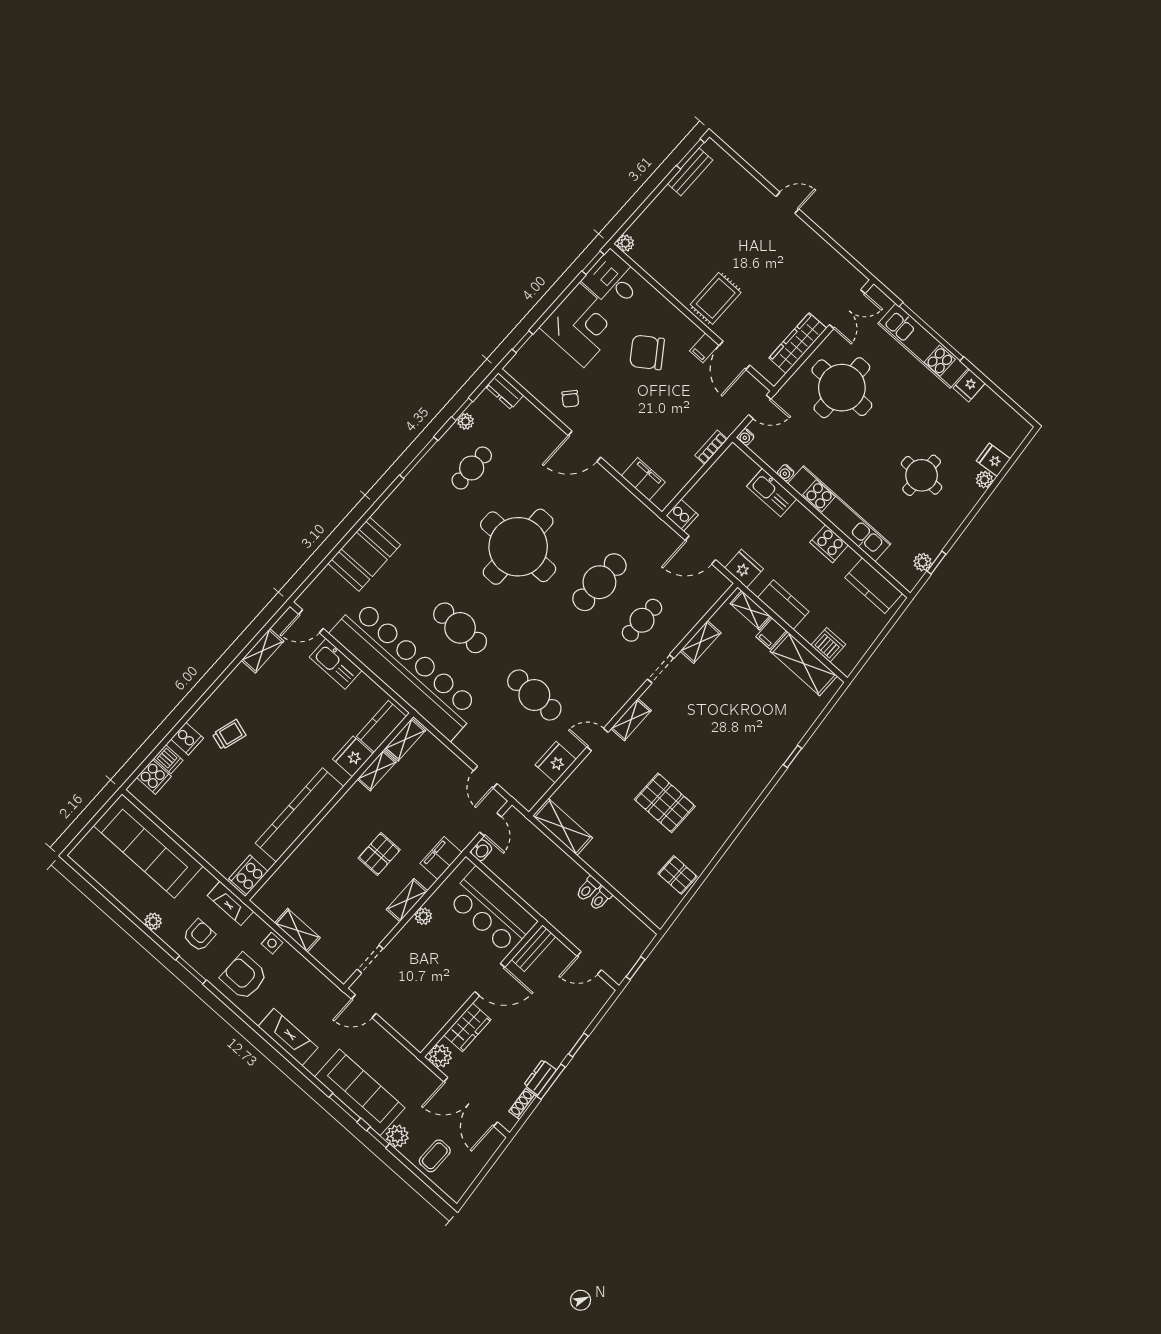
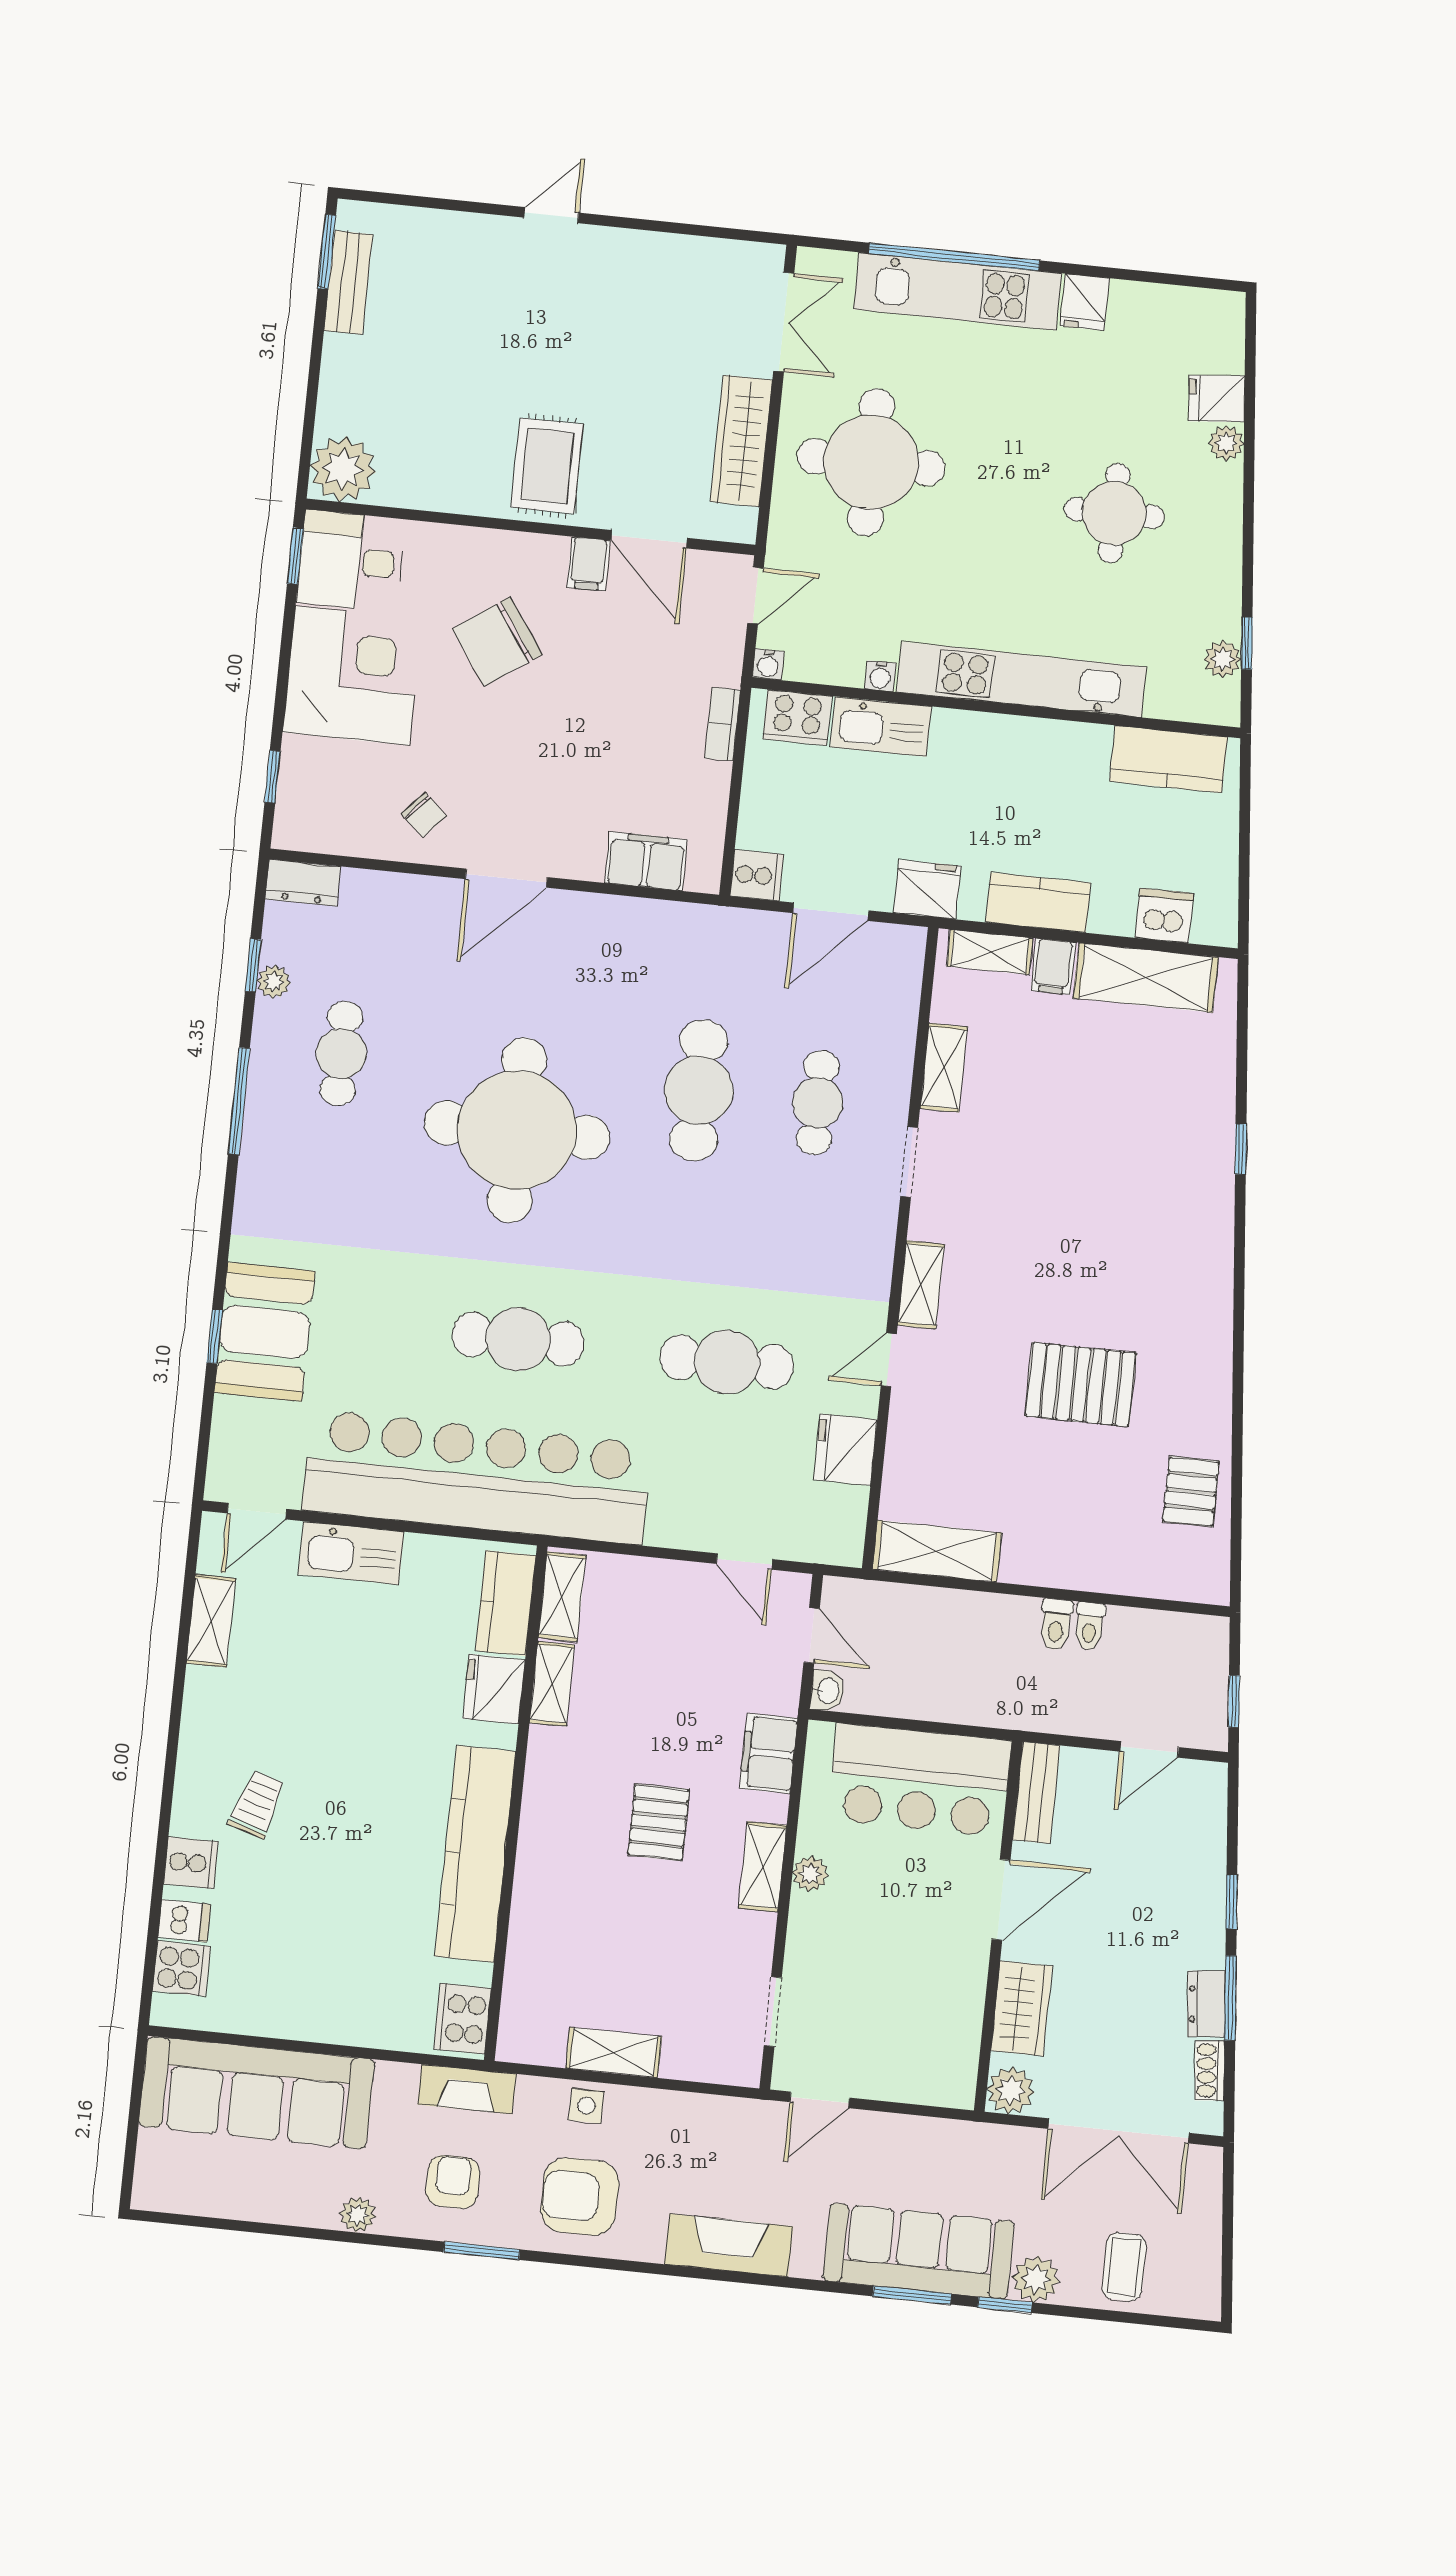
plant: (625, 243) -> (343, 469), width x1.87, depth x1.87
window: (344, 542) -> (215, 1336), added
cooker: (829, 544) -> (797, 718), moved
pallet: (678, 875) -> (1191, 1491), turned 90

